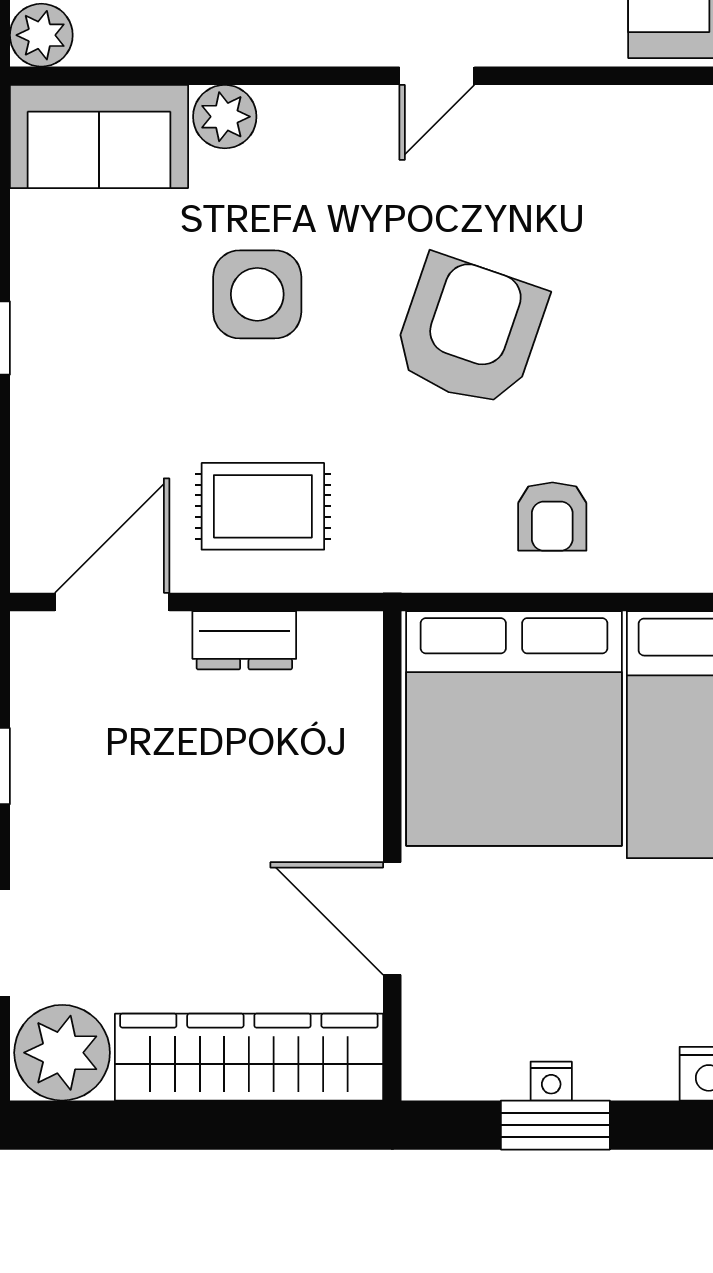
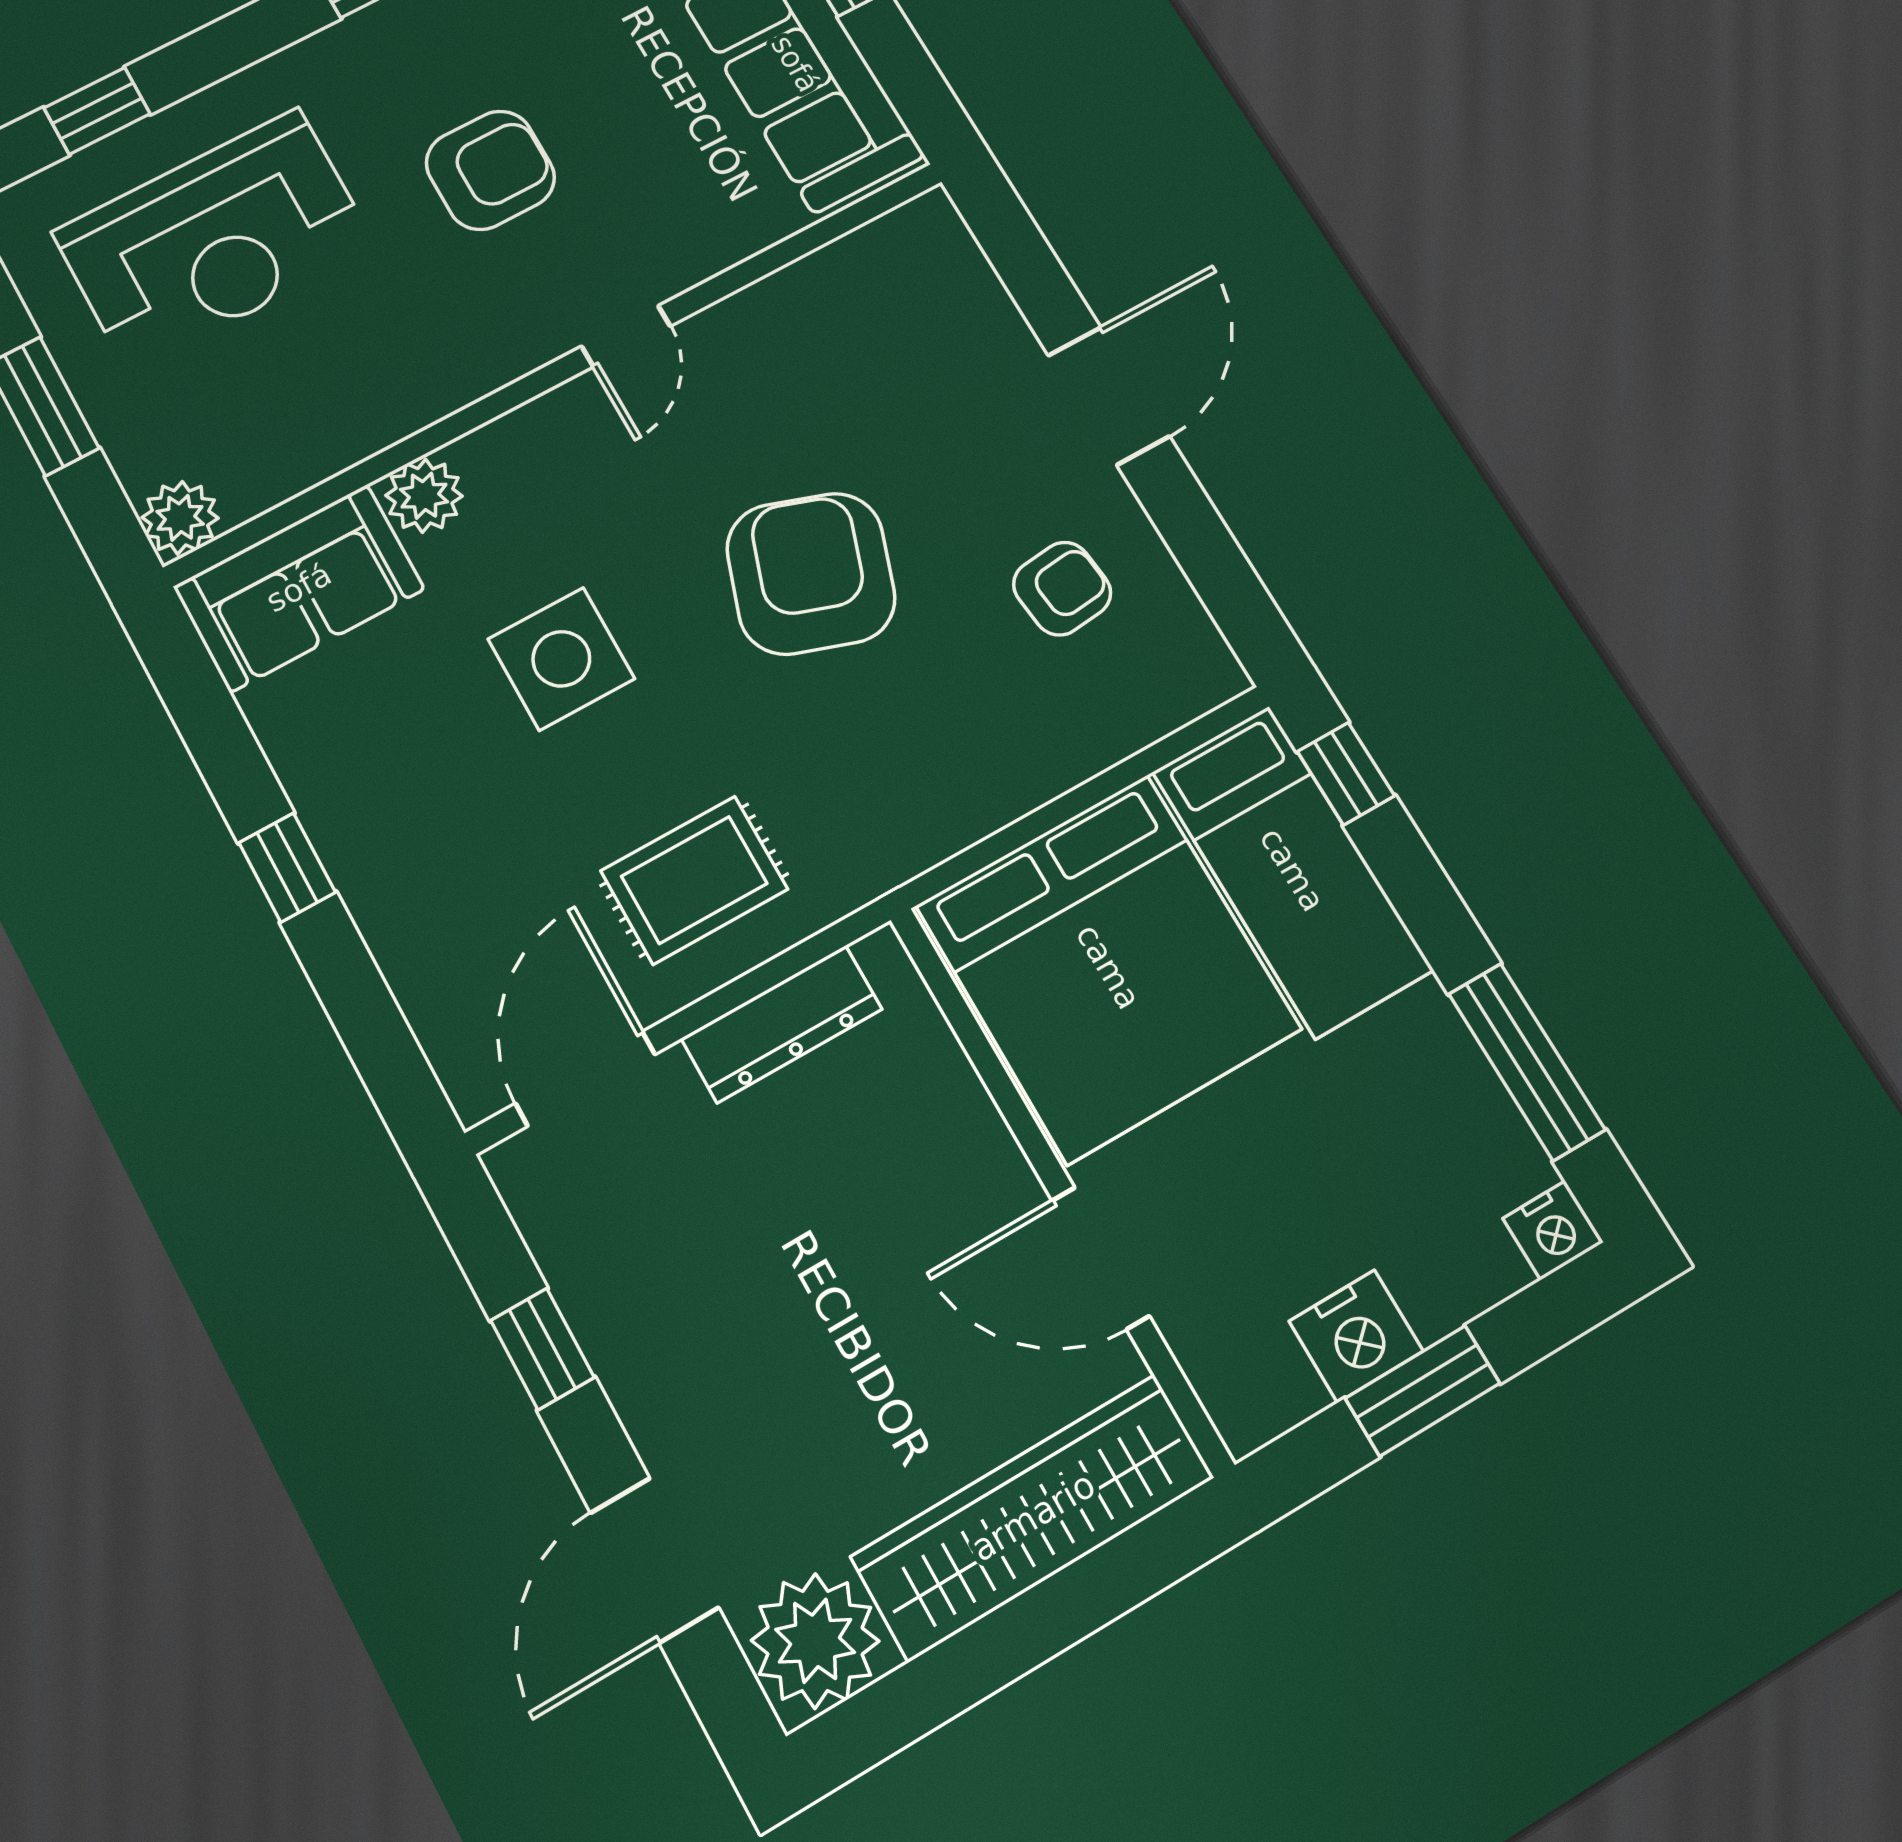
armchair: (552, 517) -> (1062, 589), moved, turned -96
dresser: (244, 640) -> (782, 1024), width x1.44
nightstand: (551, 1081) -> (1356, 1336), width x1.89, depth x1.79

